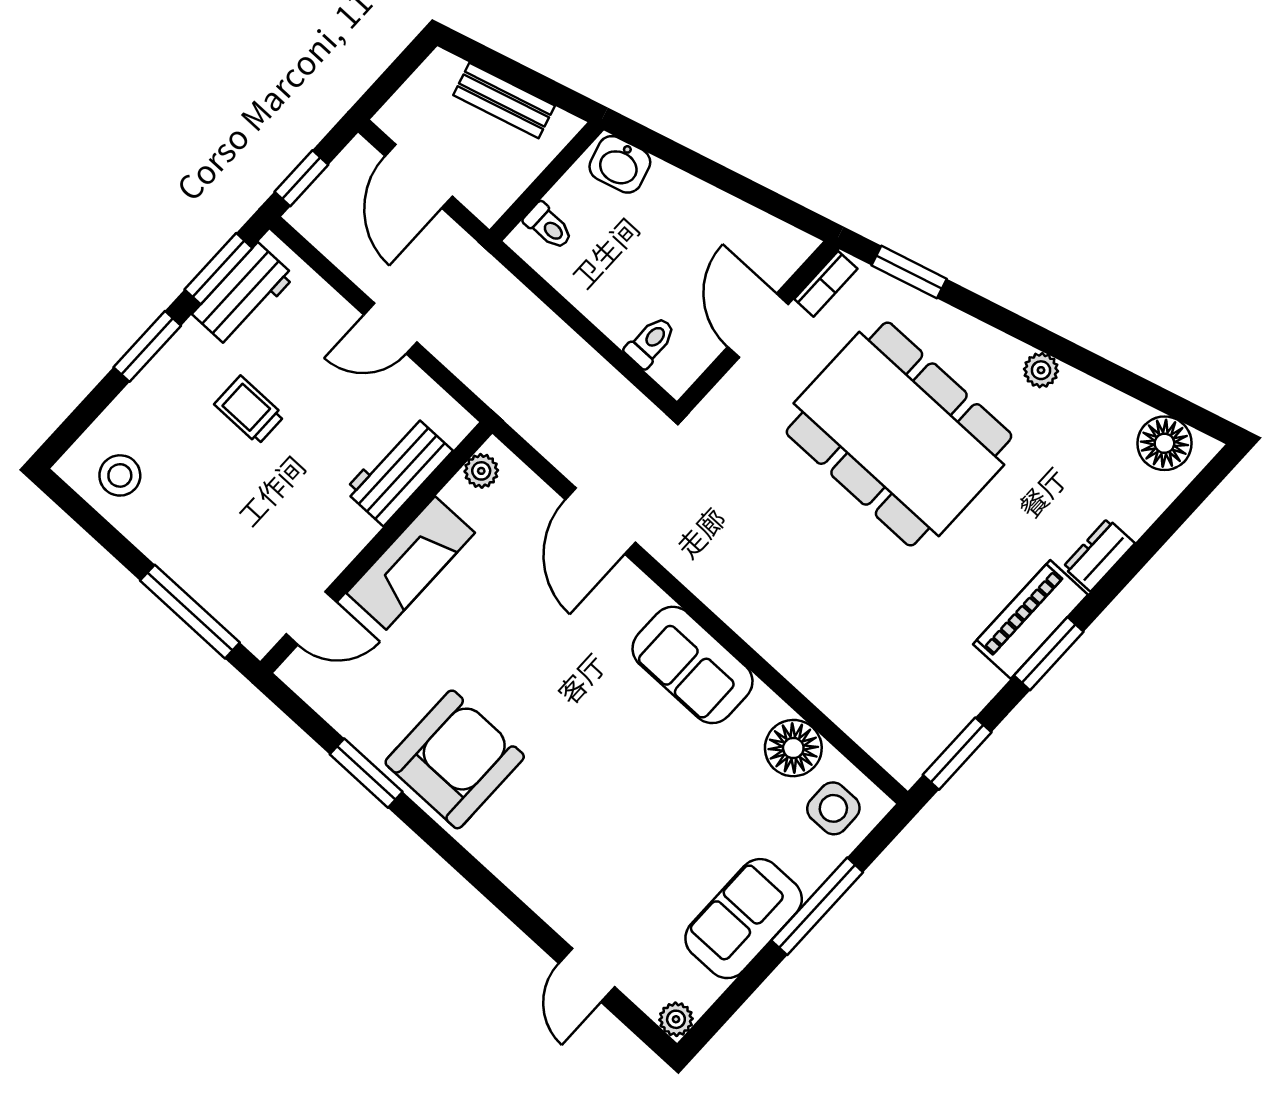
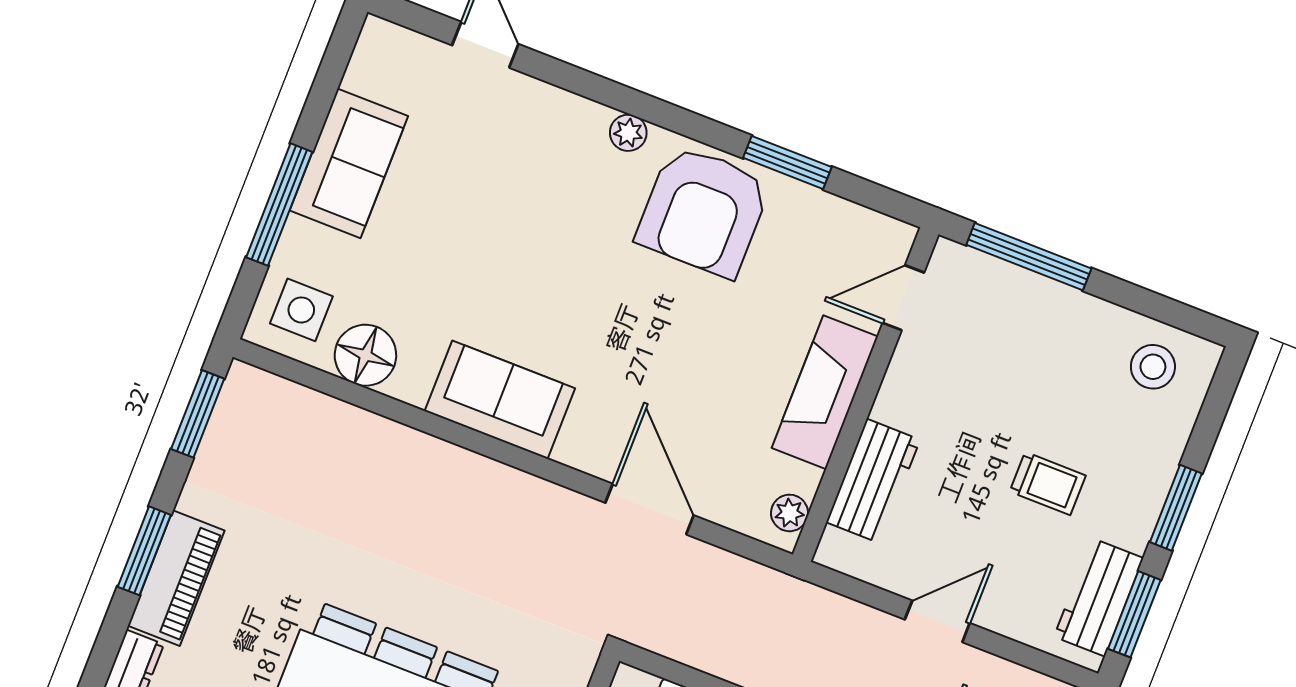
plant: (676, 1019) -> (628, 133), moved

